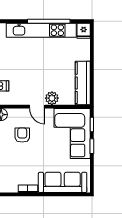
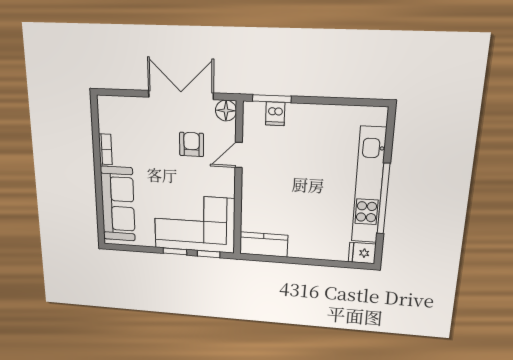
kitchen counter: (83, 83) -> (264, 244), width x0.67
plant: (52, 98) -> (252, 196), removed
door: (37, 107) -> (239, 155), moved
armchair: (22, 135) -> (192, 144), turned -90

